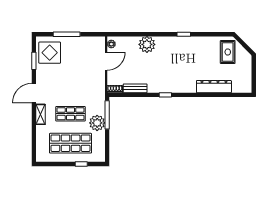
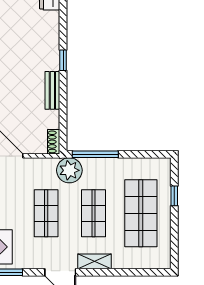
shop shelf: (71, 84) -> (46, 213), added
bench: (135, 88) -> (52, 90), moved
plant: (97, 123) -> (69, 170), moved

